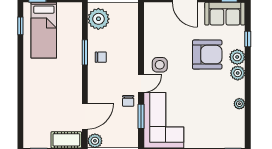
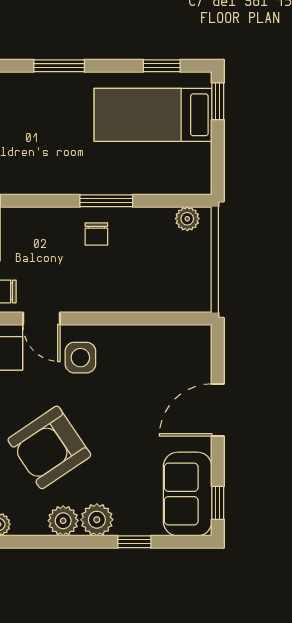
plant: (98, 19) -> (187, 219), width x0.53, depth x0.53
armchair: (207, 55) -> (49, 447), moved, turned 56
window: (20, 75) -> (59, 66), added

